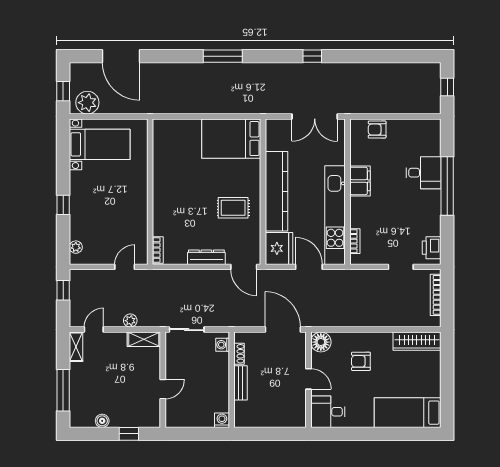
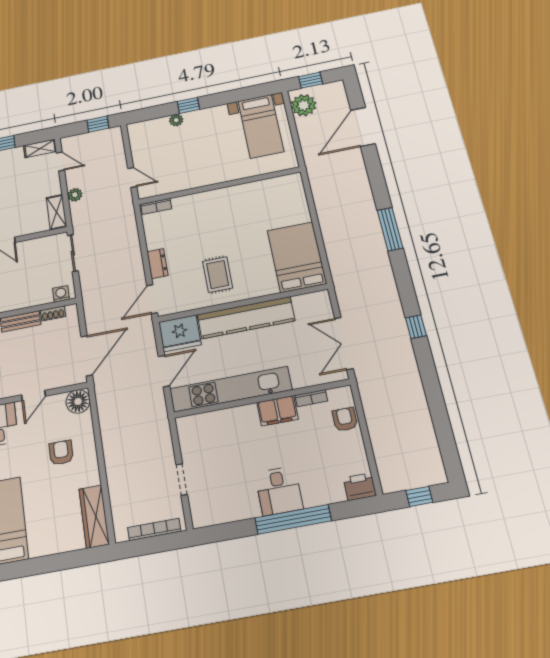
desk: (423, 173) -> (279, 491), moved
bookcase: (355, 241) -> (311, 398), moved
plant: (76, 247) -> (176, 120), moved
printer: (432, 248) -> (360, 487), moved
dresser: (206, 257) -> (158, 263), width x0.70

